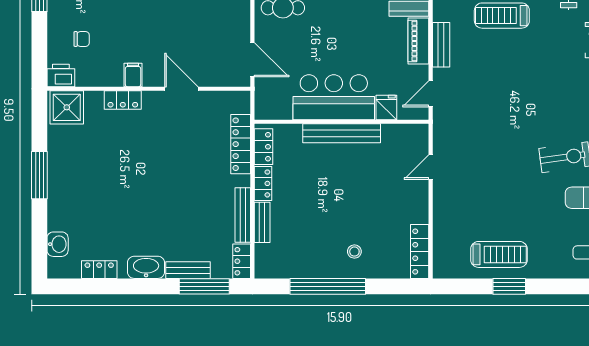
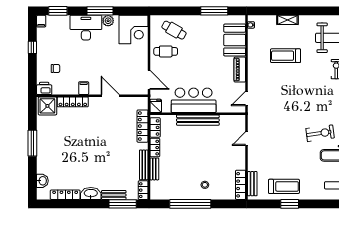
bench: (441, 45) -> (252, 184), moved
locker: (123, 100) -> (73, 102), width x1.53
fridge: (386, 107) -> (156, 106), moved
locker: (99, 270) -> (65, 195), width x1.53

